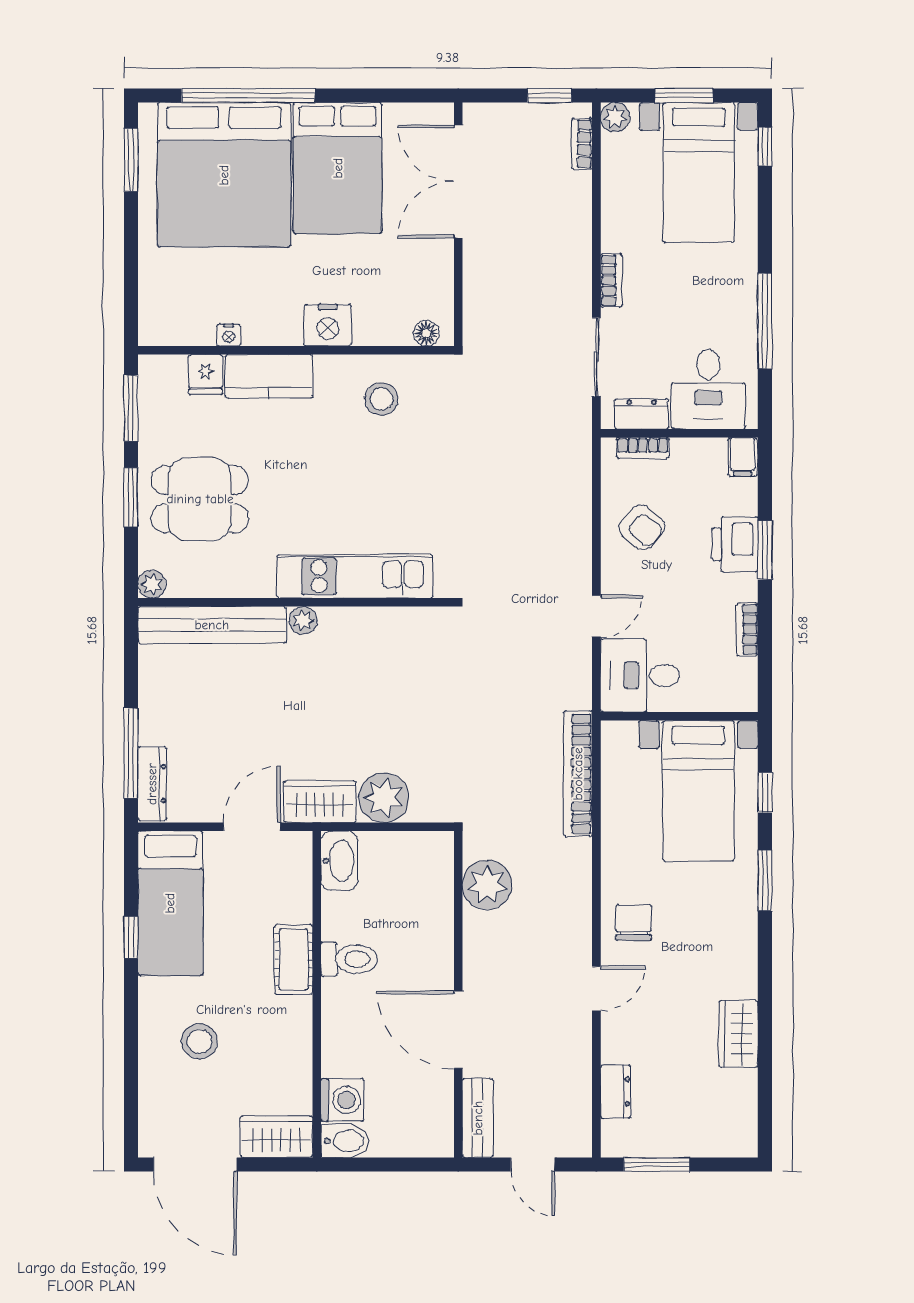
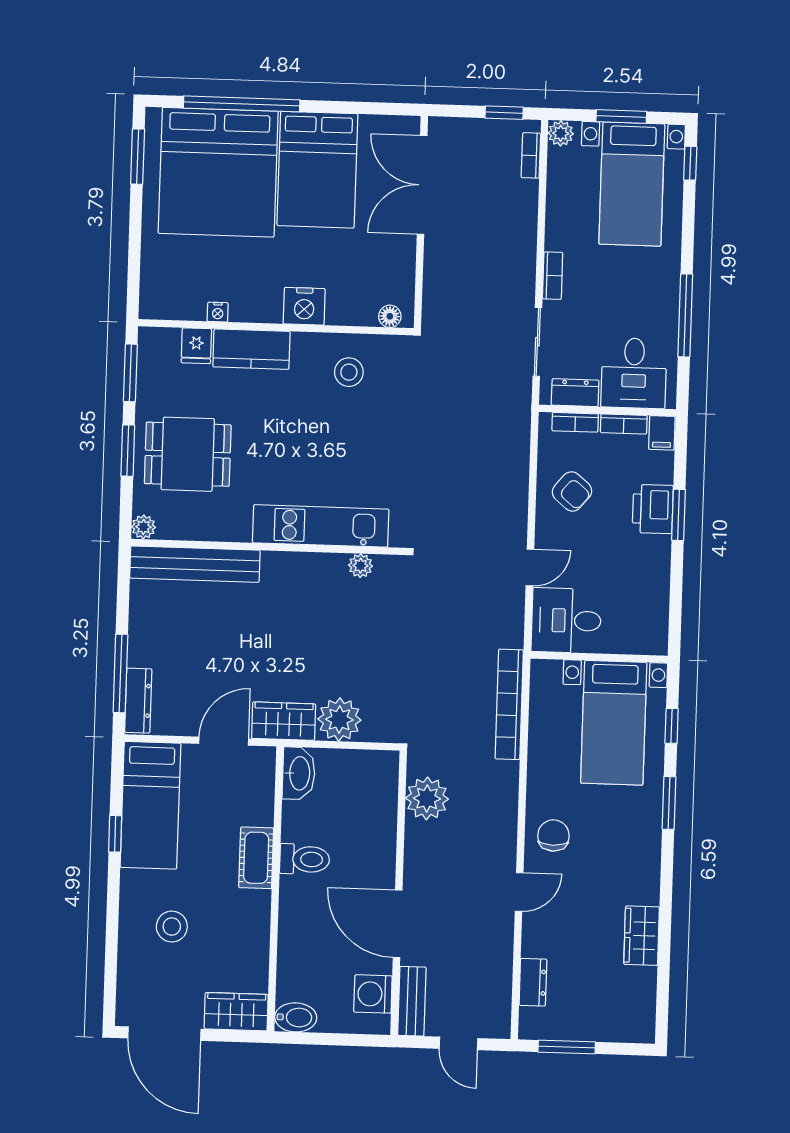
plant: (303, 620) -> (360, 566), moved
bookcase: (747, 629) -> (624, 424), moved, turned -90
washing machine: (342, 1100) -> (373, 994), moved, turned 180

